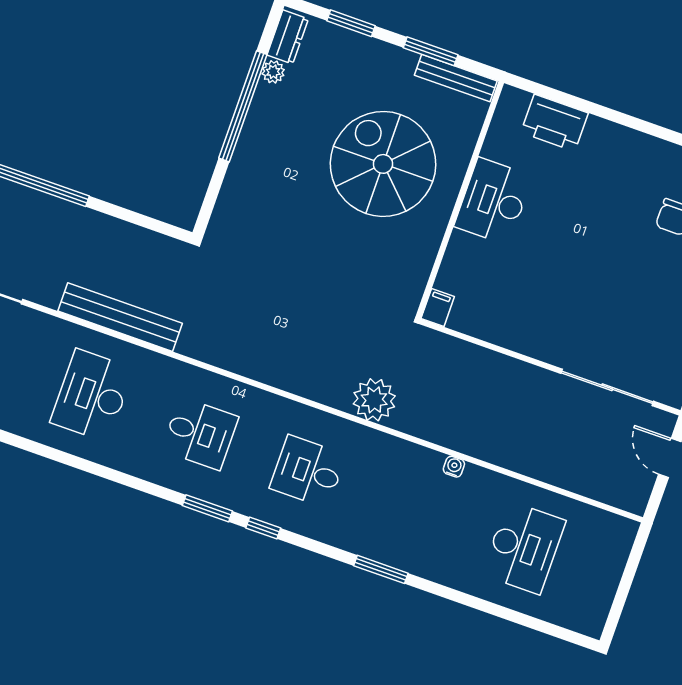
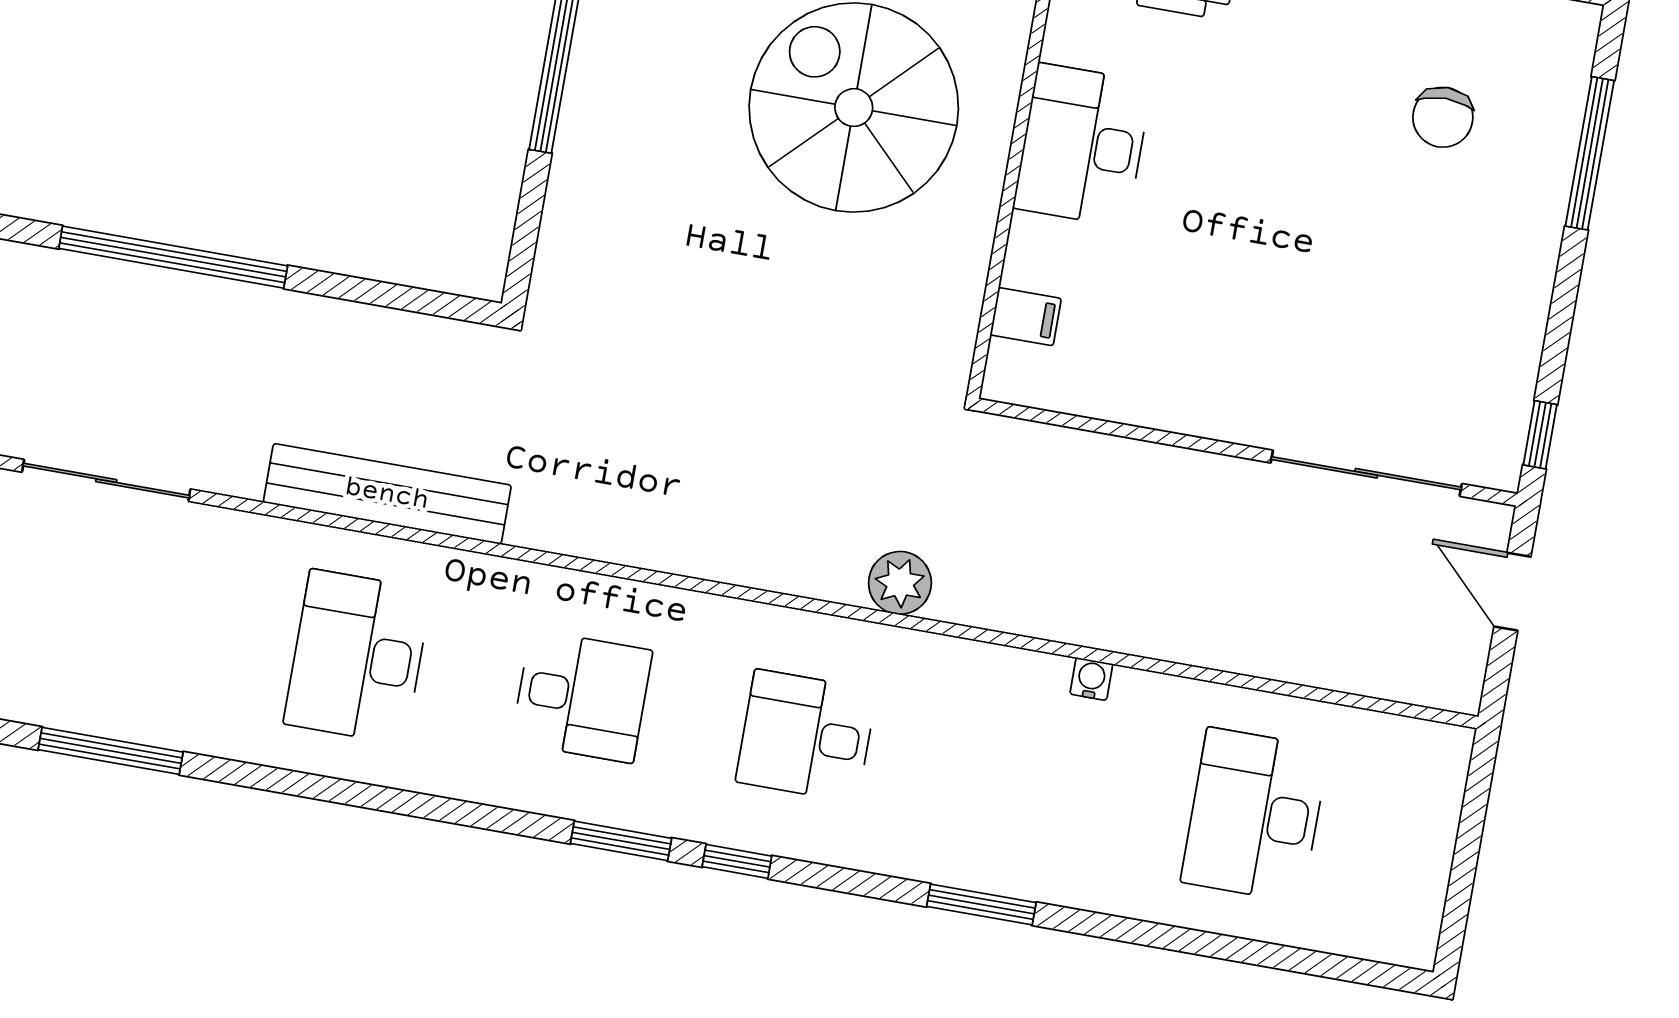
filing cabinet: (438, 307) -> (1026, 317), moved, turned 90
plant: (374, 400) -> (900, 583), width x0.73, depth x0.73
desk: (524, 547) -> (1255, 815), turned 180

